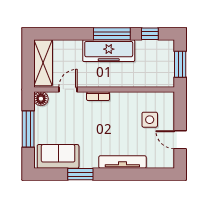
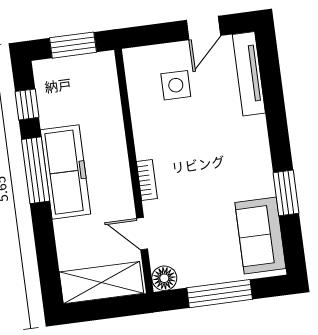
tv unit: (122, 162) -> (249, 74), moved

